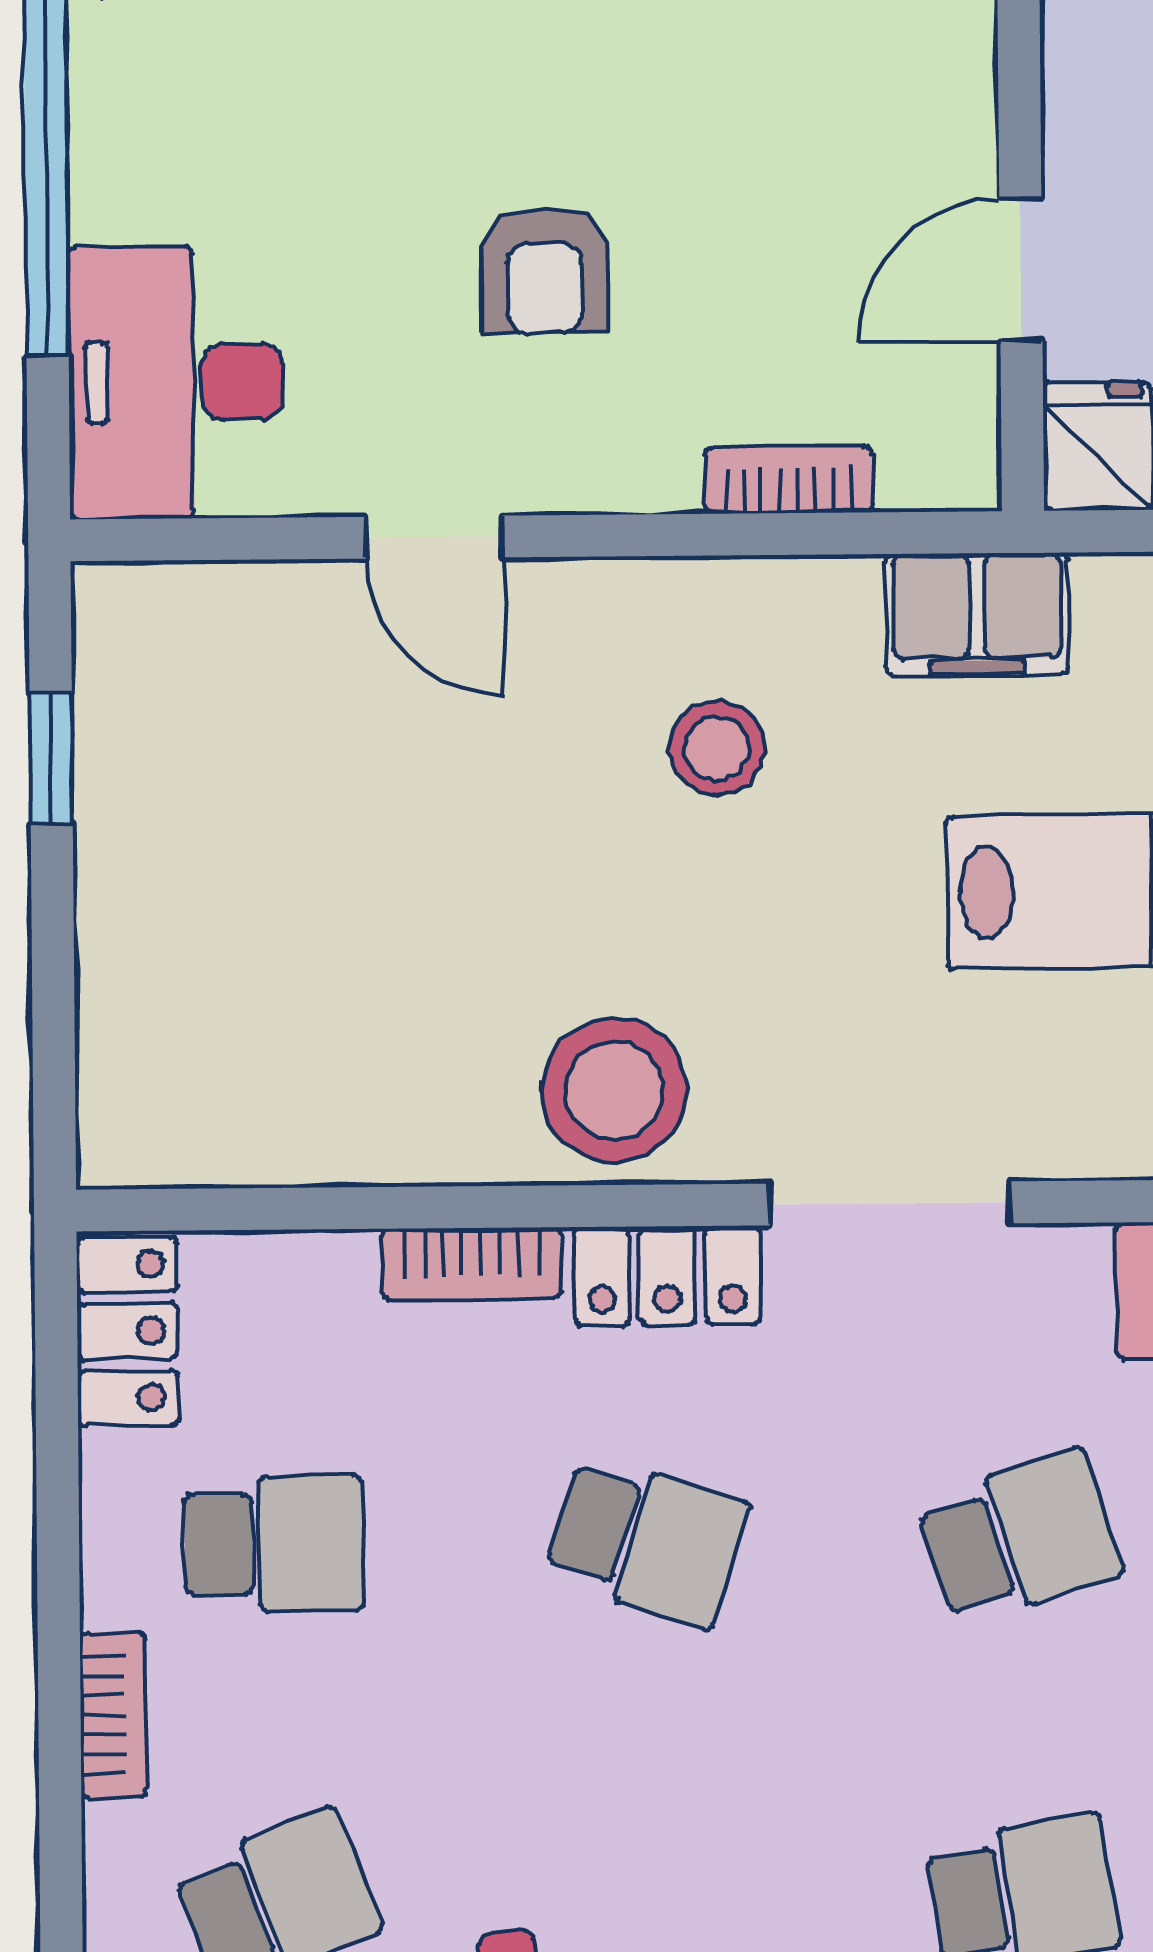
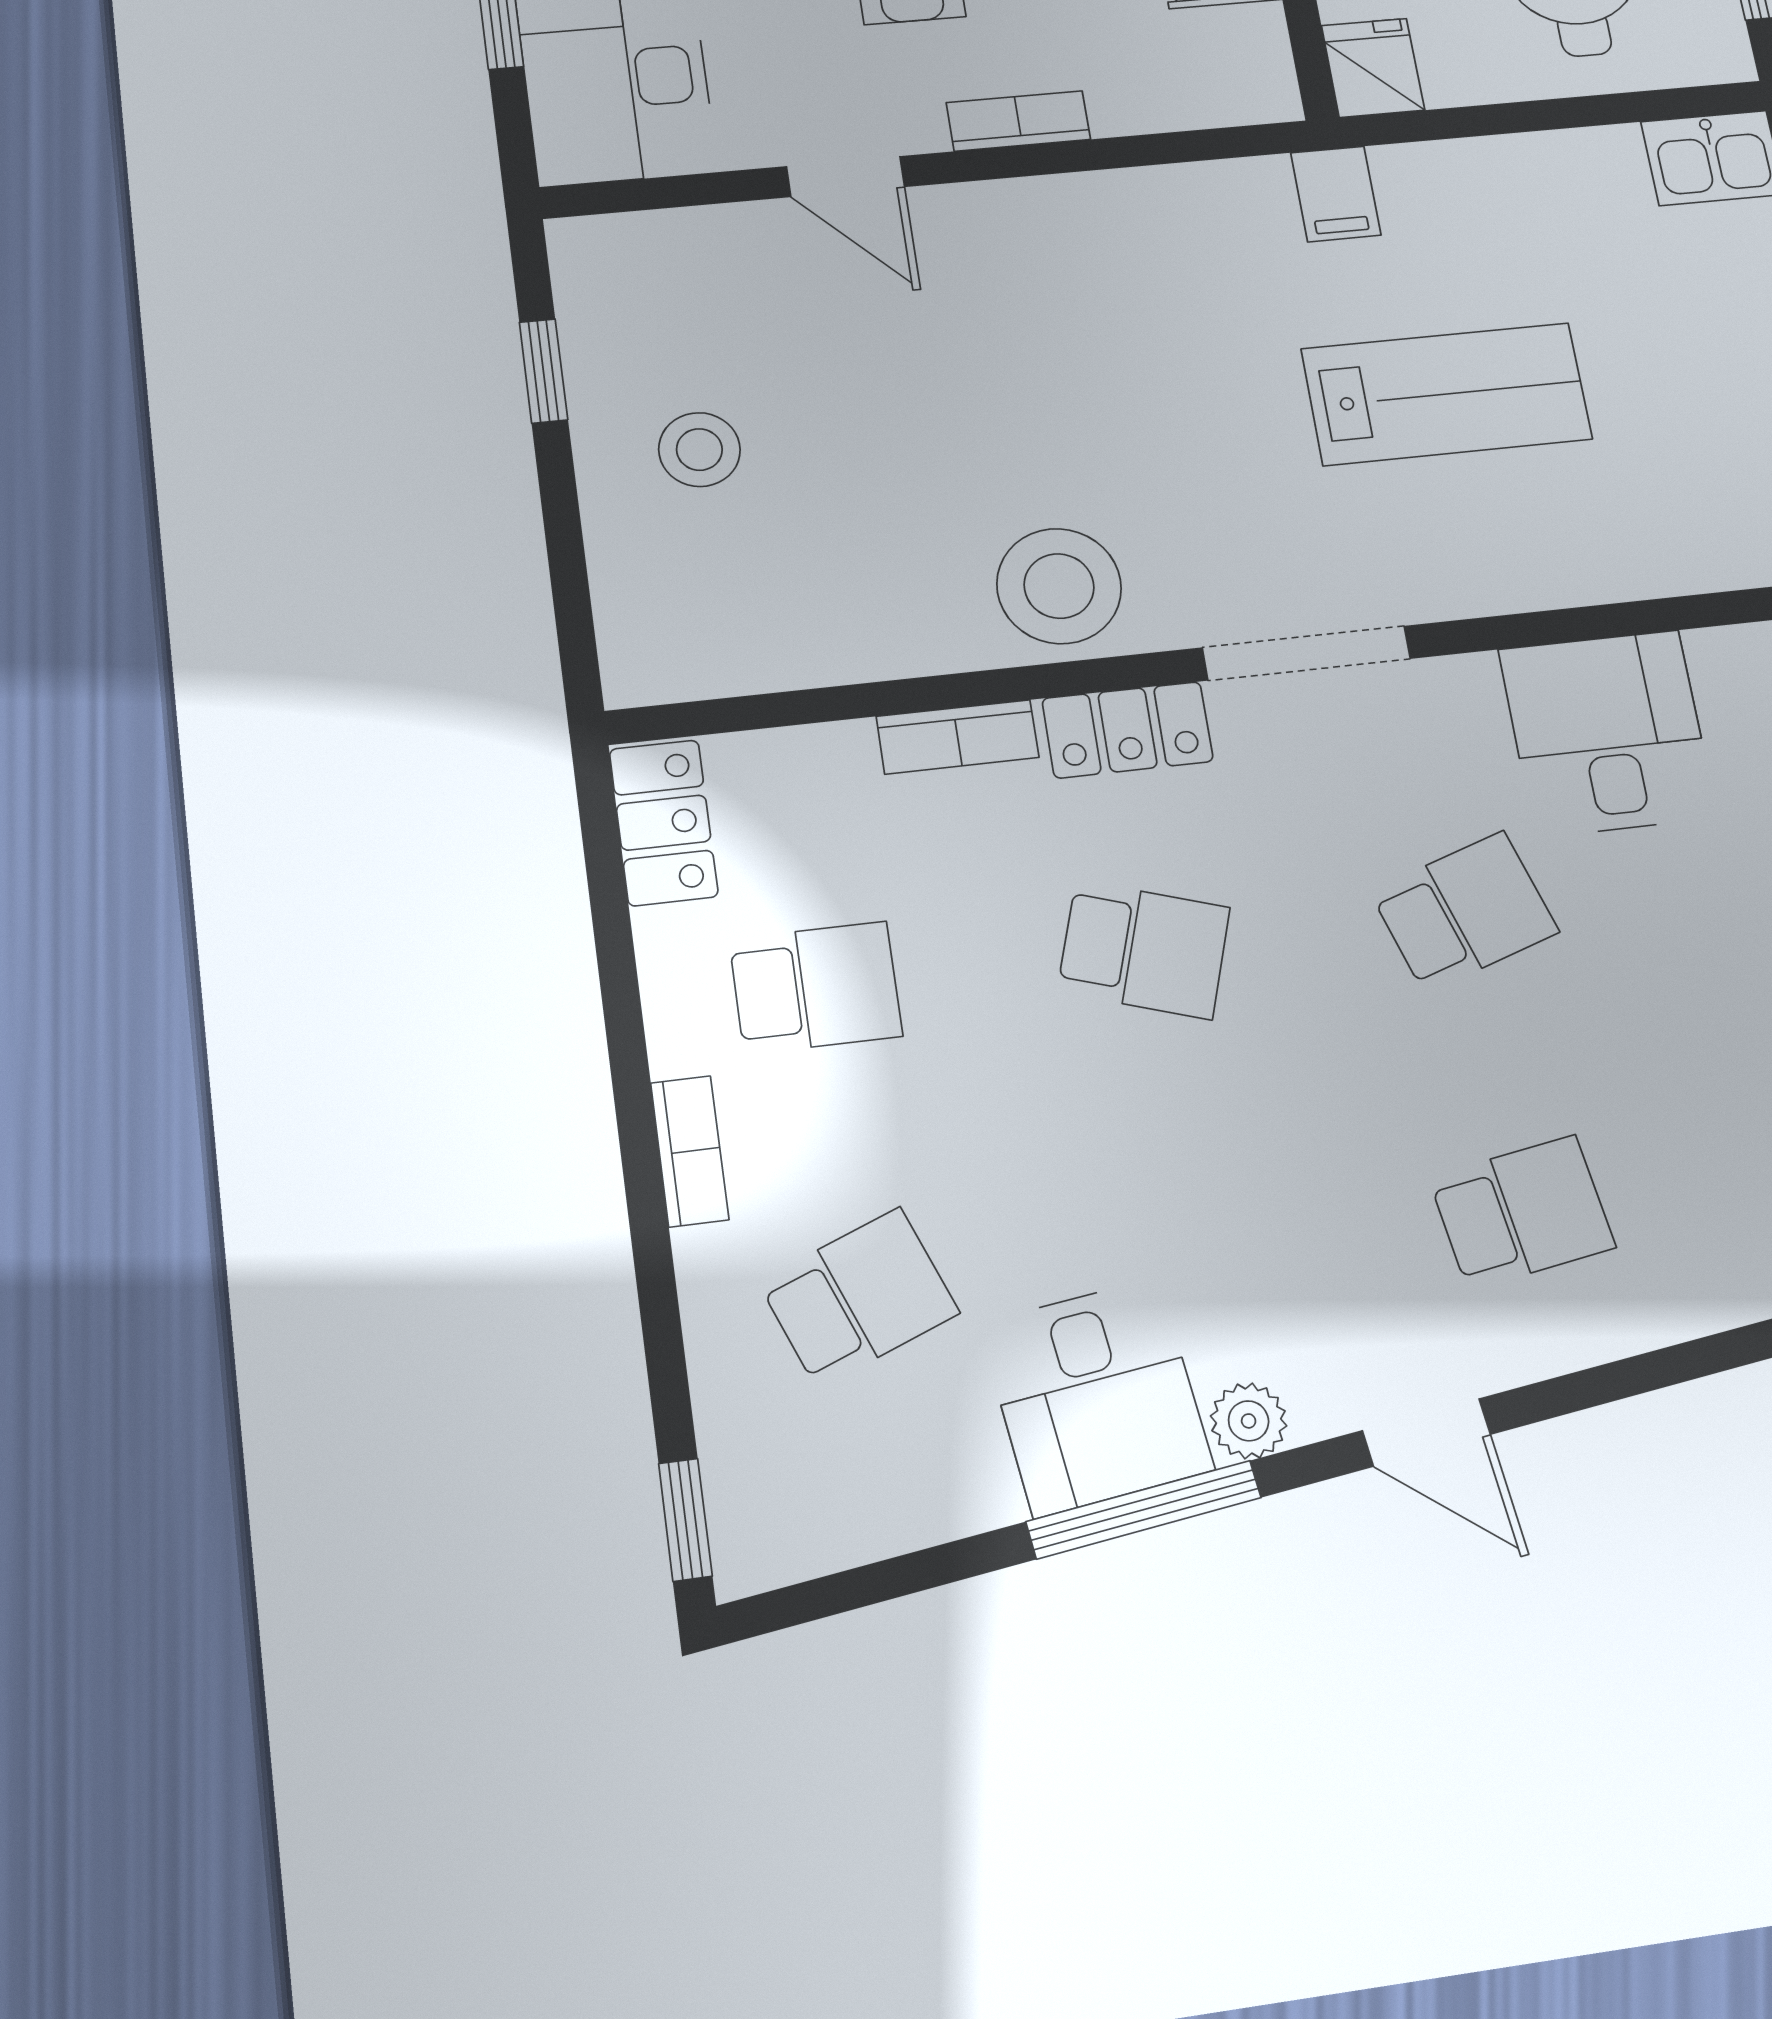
bookcase: (789, 480) -> (1018, 121), moved
filing cabinet: (977, 614) -> (1336, 194), width x0.50
stool: (717, 748) -> (699, 450), moved

